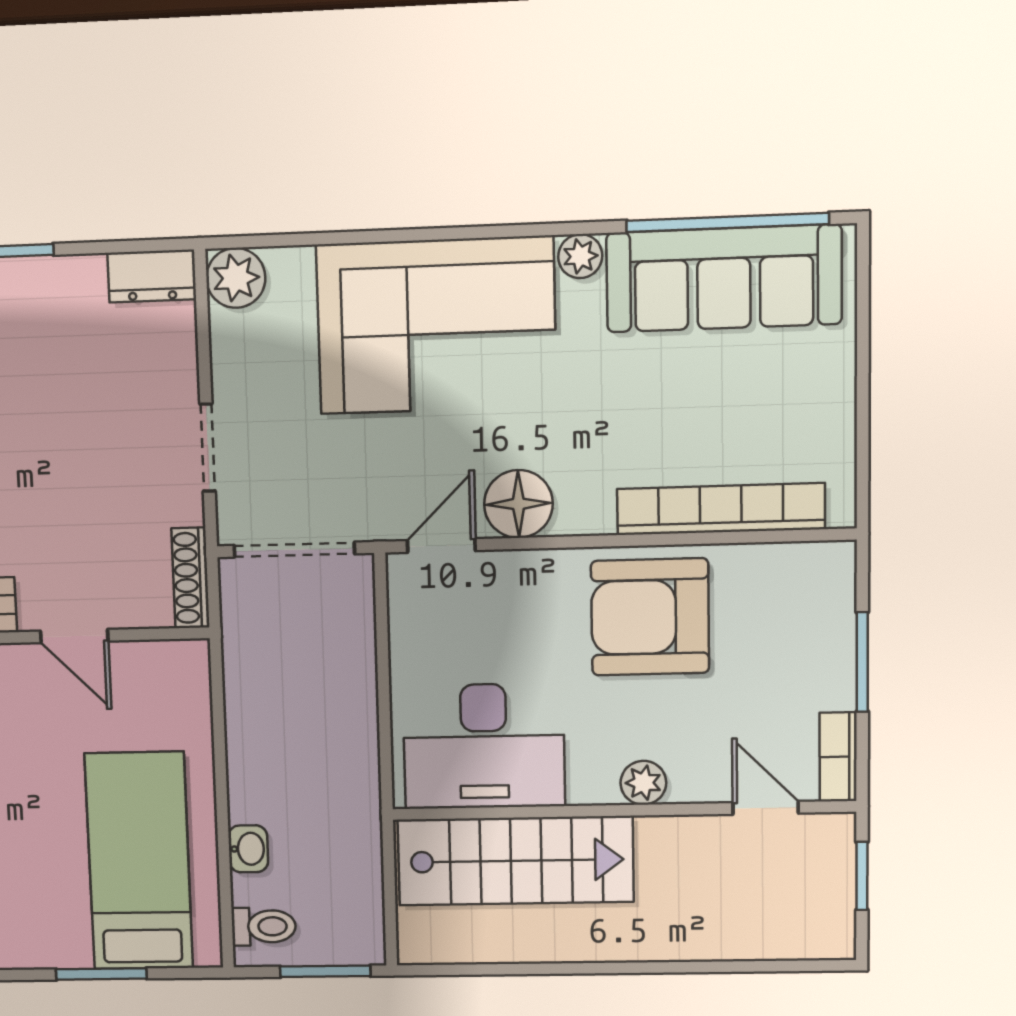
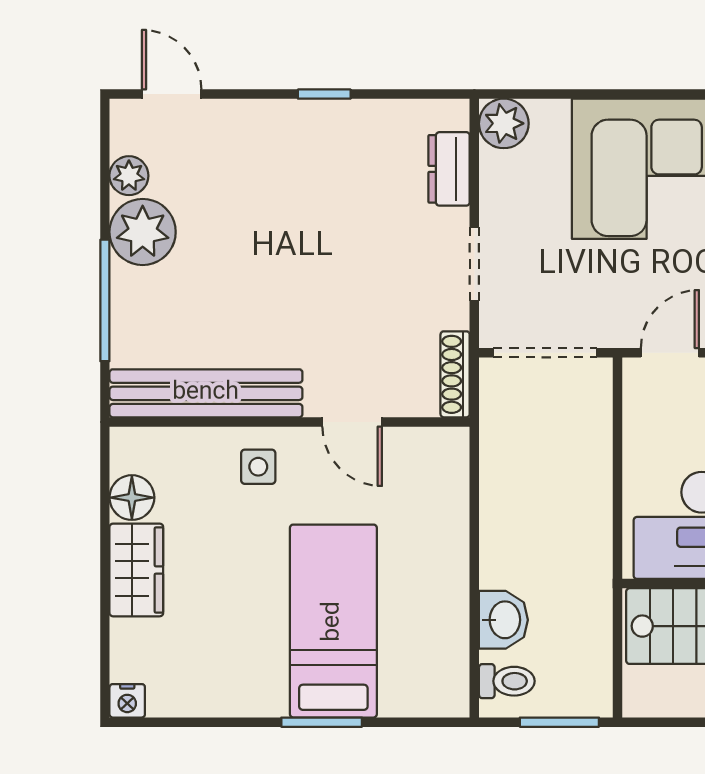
dresser: (152, 276) -> (449, 169), moved, turned 90
washbasin: (248, 849) -> (503, 620), width x1.38, depth x1.45
bed: (139, 861) -> (333, 621), moved
window: (101, 974) -> (322, 722), moved

